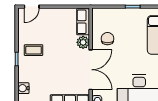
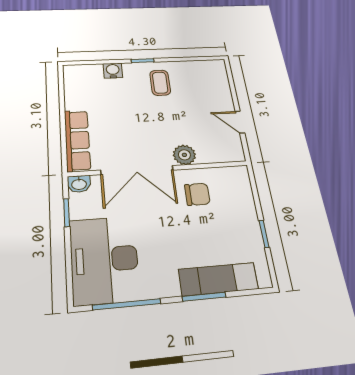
door: (32, 7) -> (240, 122), moved
row of seats: (83, 22) -> (220, 153), removed
water cooler: (23, 88) -> (113, 71), moved

